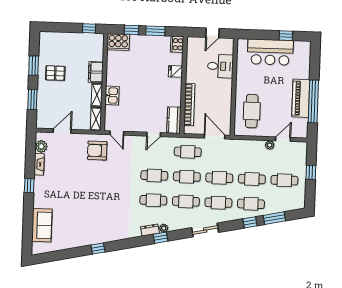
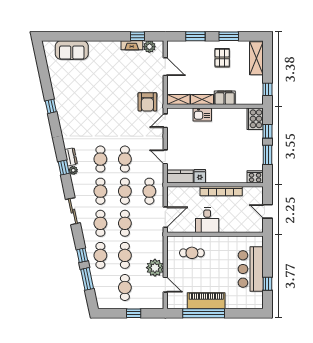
shelving: (57, 38) -> (256, 58), added
desk: (220, 66) -> (207, 220), moved
fridge: (175, 71) -> (200, 176), moved
bookcase: (189, 105) -> (221, 191), moved
cafe table: (252, 111) -> (192, 253), width x0.73, depth x0.74
plant: (270, 145) -> (155, 268), width x1.88, depth x1.88
armchair: (97, 150) -> (147, 102), turned 180
window: (29, 186) -> (137, 36), moved

